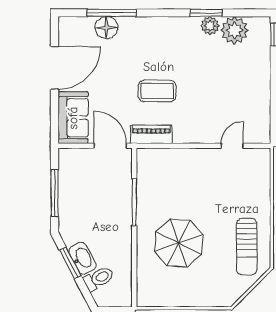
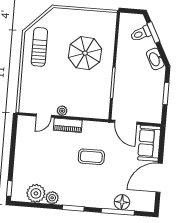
window: (206, 13) -> (73, 208), moved
piano: (151, 134) -> (68, 125), moved
plant: (206, 155) -> (62, 111), added
window: (55, 193) -> (166, 94), width x0.69
washbasin: (82, 258) -> (155, 59), moved
window: (70, 263) -> (153, 32), moved

